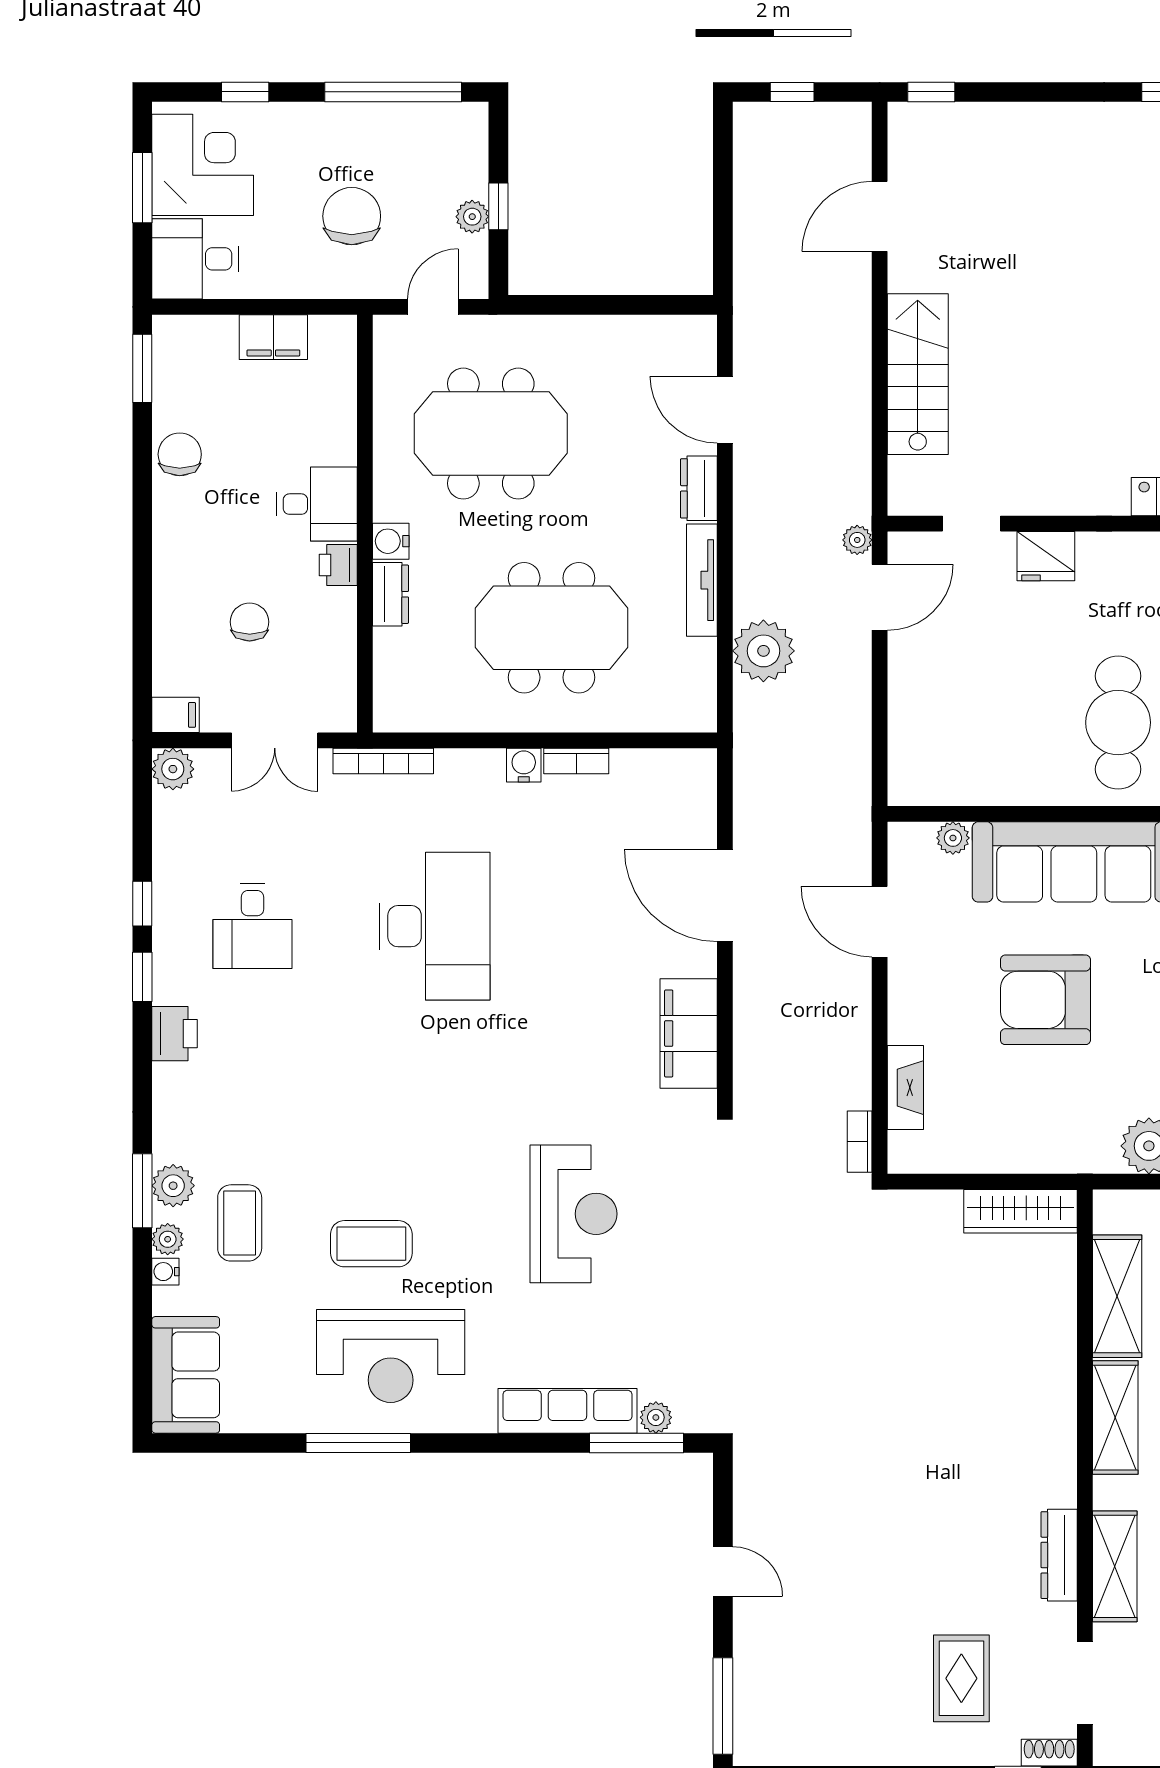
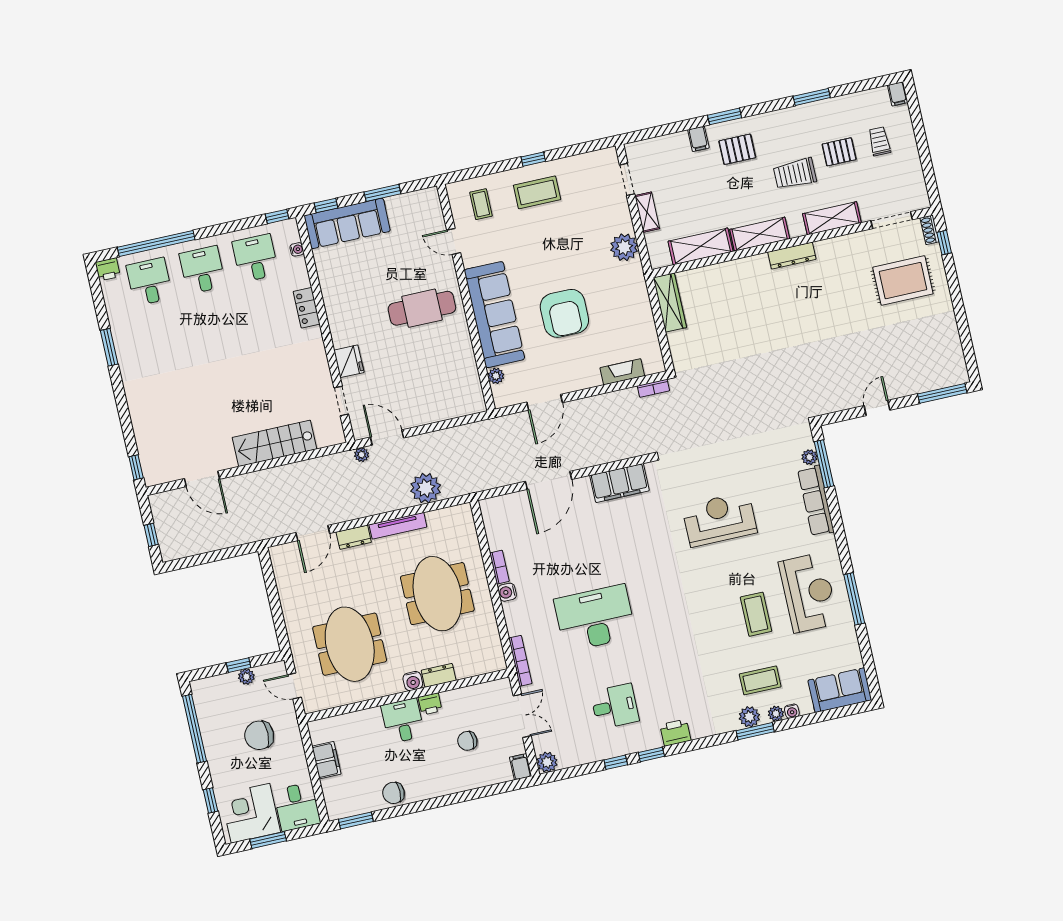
dresser: (1059, 1555) -> (792, 256), moved
rug: (961, 1678) -> (903, 281), width x1.36, depth x1.43

